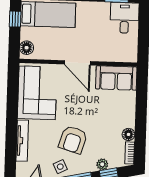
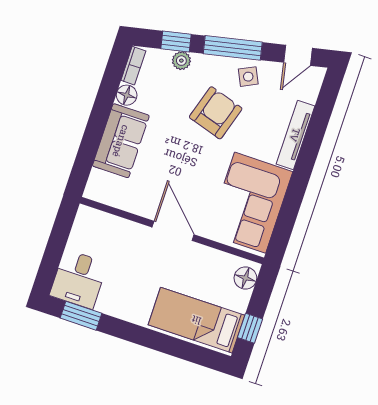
sofa: (116, 78) -> (121, 141), moved, turned 90

